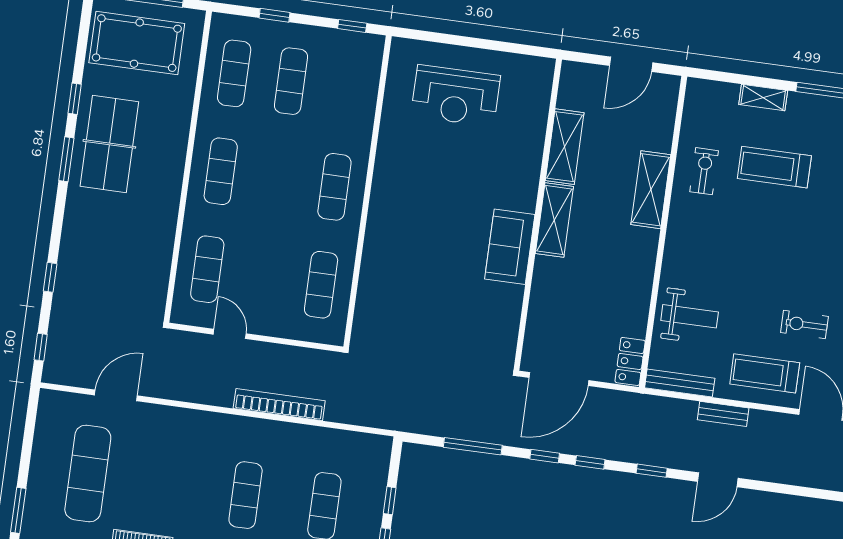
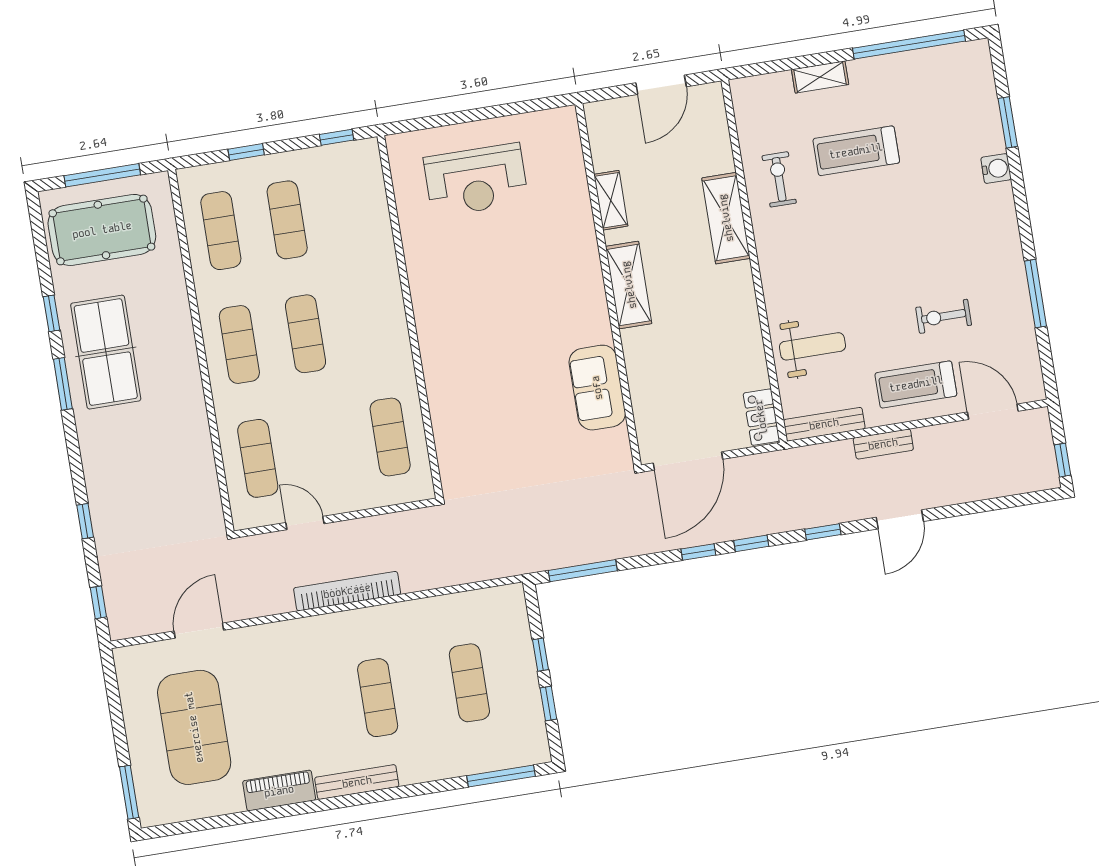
shelving: (565, 147) -> (611, 200), width x0.67, depth x0.75
exercise mat: (334, 187) -> (306, 334), moved
sofa: (510, 247) -> (597, 388), moved
bookcase: (279, 405) -> (347, 591), moved
window: (473, 446) -> (583, 571), moved
exercise mat: (88, 473) -> (194, 727), width x1.47

